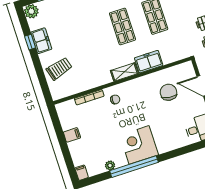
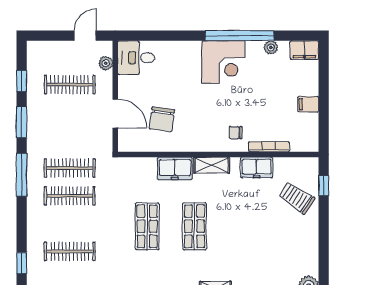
freezer: (41, 41) -> (257, 167), moved, turned -90
window: (30, 42) -> (324, 186), moved
trolley: (59, 69) -> (297, 198), turned 50
filing cabinet: (82, 173) -> (304, 50), width x2.00

